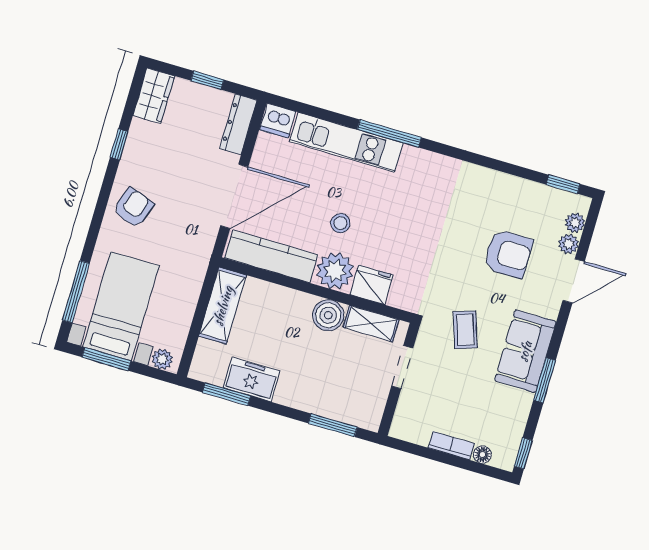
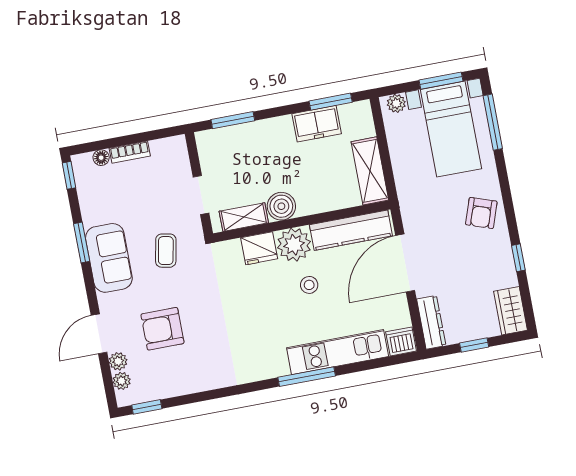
coffee table: (465, 330) -> (166, 251), turned 30

